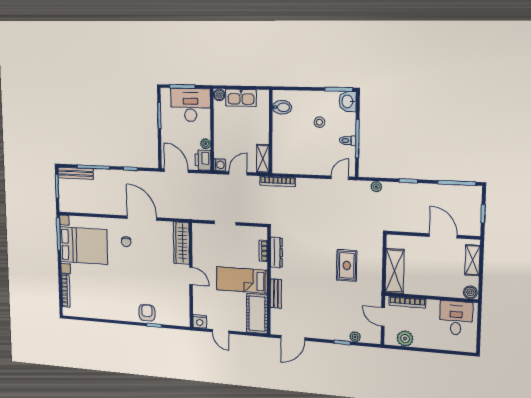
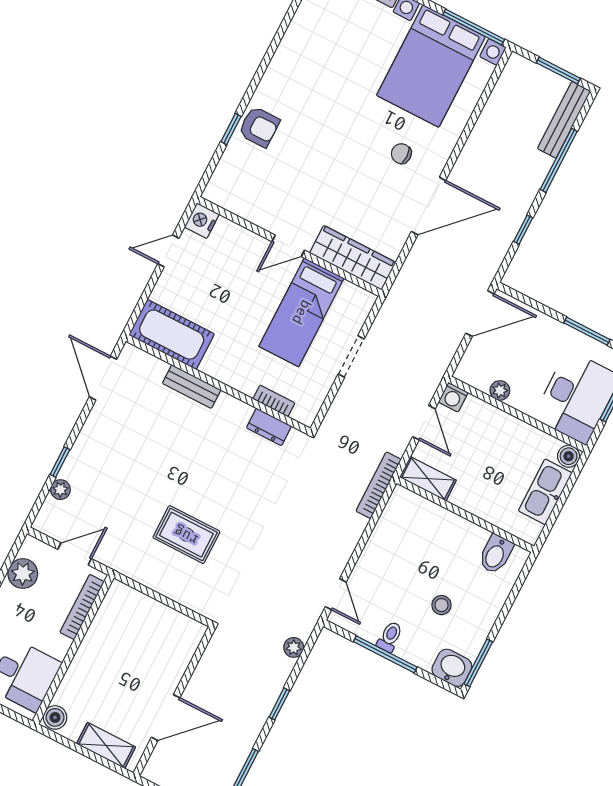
printer: (203, 160) -> (475, 371), removed
dresser: (276, 252) -> (269, 427), width x0.70
shelving: (395, 271) -> (142, 611), removed
bed: (242, 280) -> (301, 312), moved, turned 180

